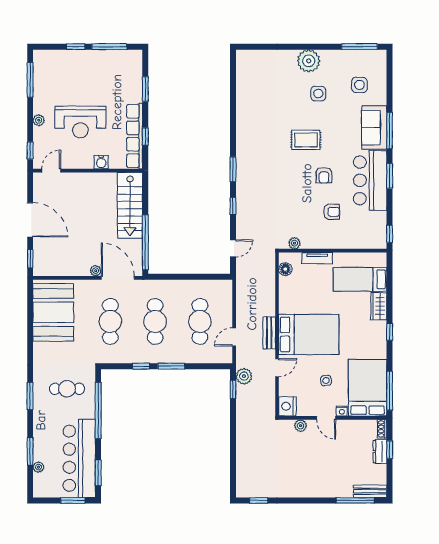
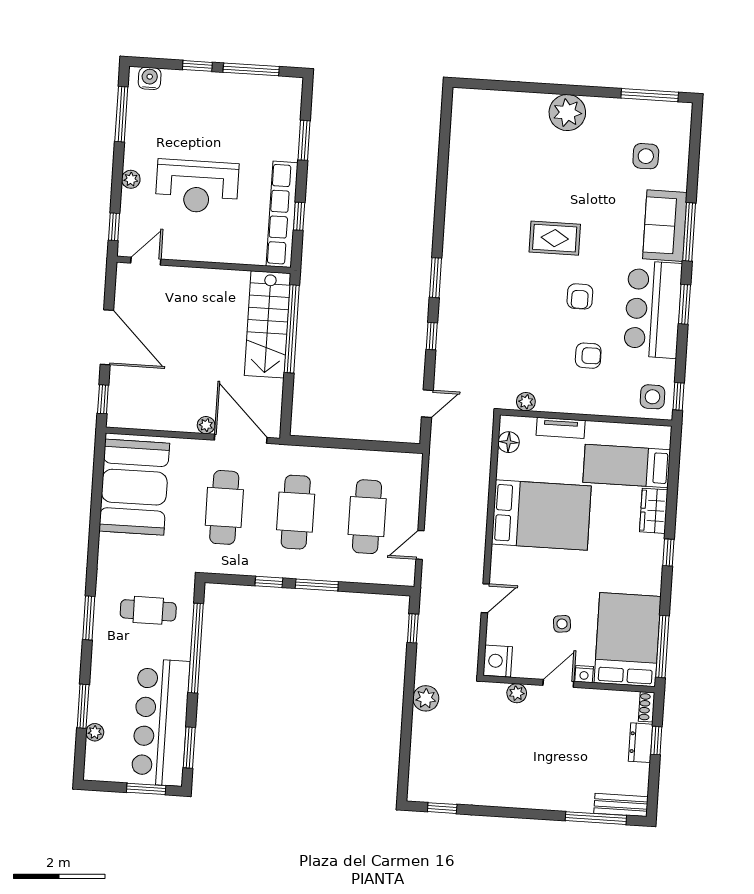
side table: (318, 94) -> (652, 397), moved
water cooler: (101, 162) -> (150, 78), moved, turned 180
window: (145, 242) -> (292, 329), moved
bench: (269, 333) -> (476, 542), removed
bed: (309, 334) -> (541, 515), moved
plant: (244, 376) -> (426, 698), moved
door: (326, 418) -> (558, 683), swing flipped

